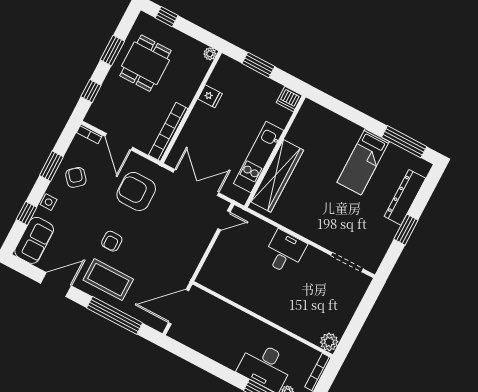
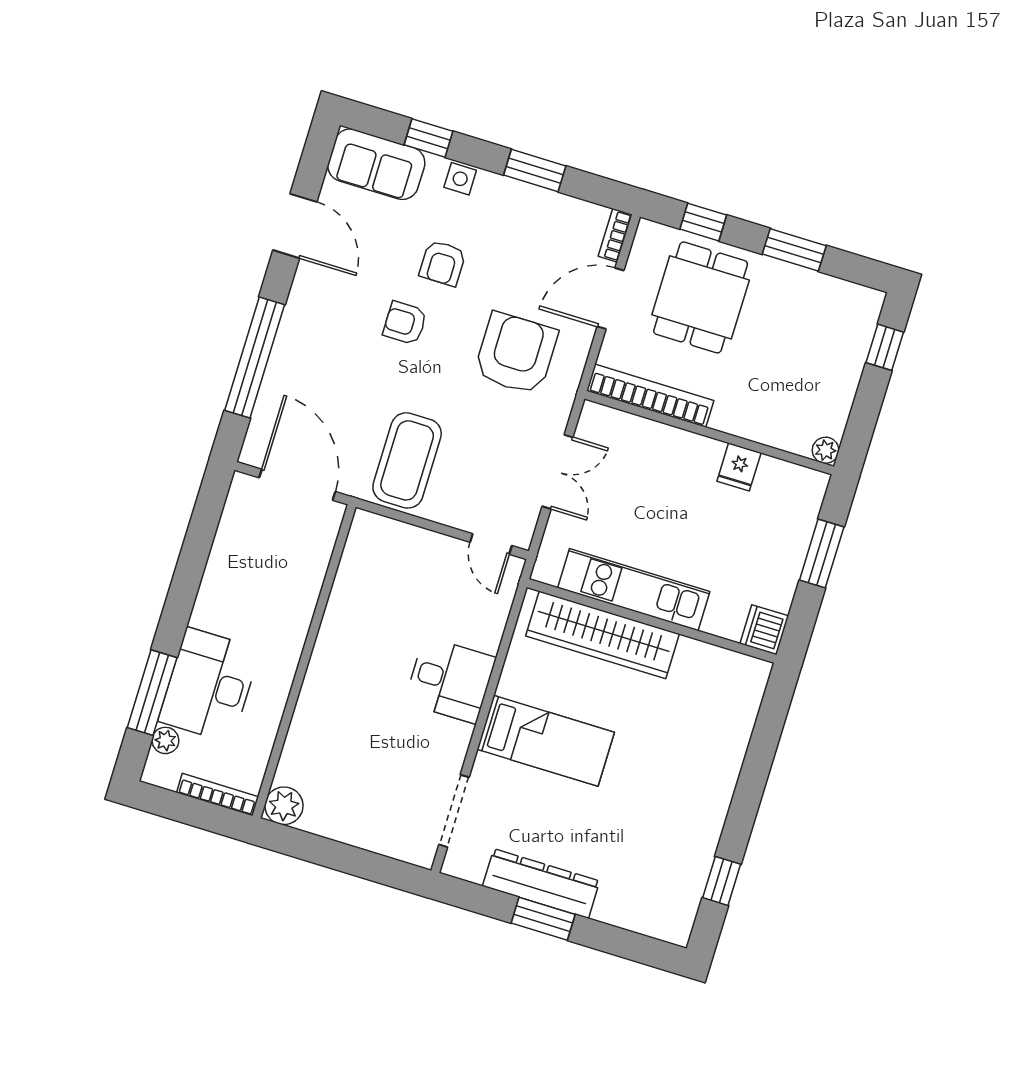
dining table: (145, 63) -> (701, 297), moved, turned 90
window: (404, 142) -> (722, 881), width x0.46
bed: (363, 162) -> (546, 741), moved, turned 180
armchair: (76, 177) -> (443, 263), moved, turned 130
double door: (196, 182) -> (558, 472), width x0.73
dresser: (405, 197) -> (541, 884), moved
coffee table: (108, 280) -> (407, 460), moved

